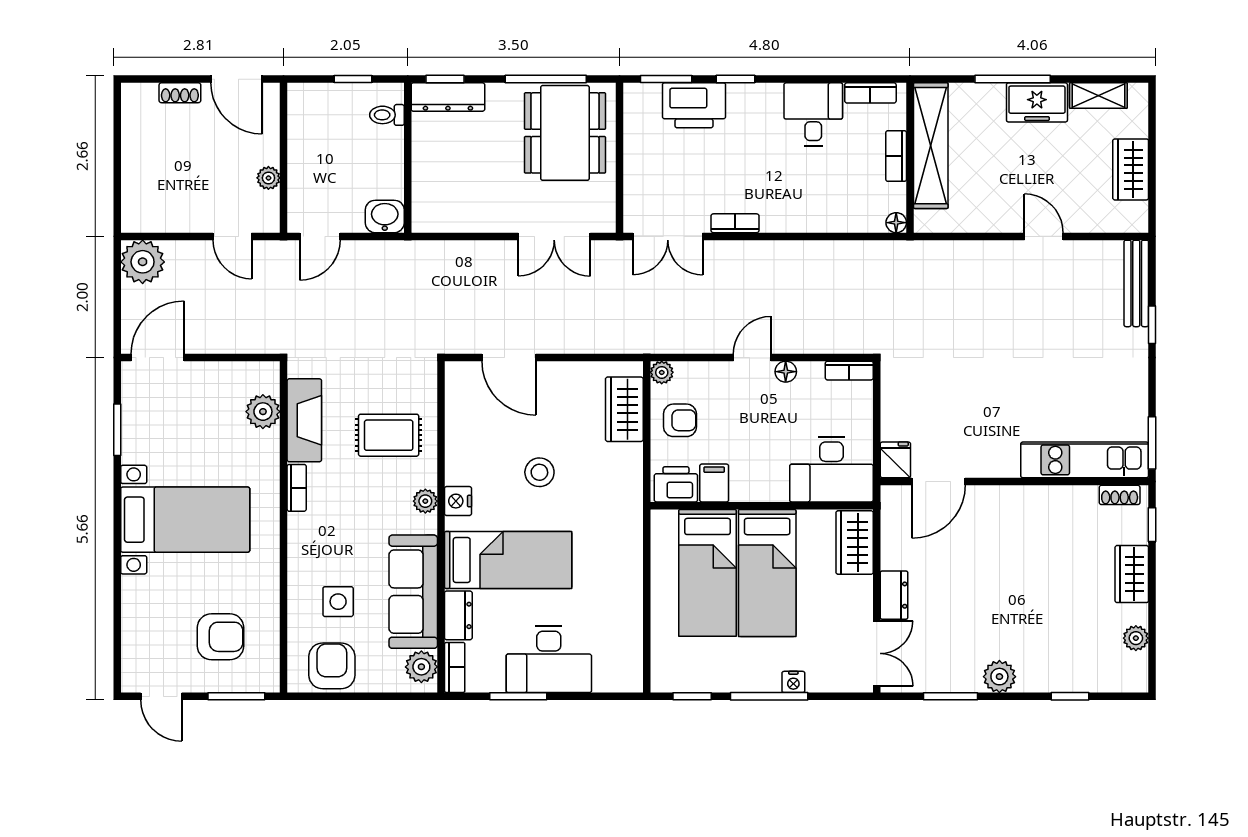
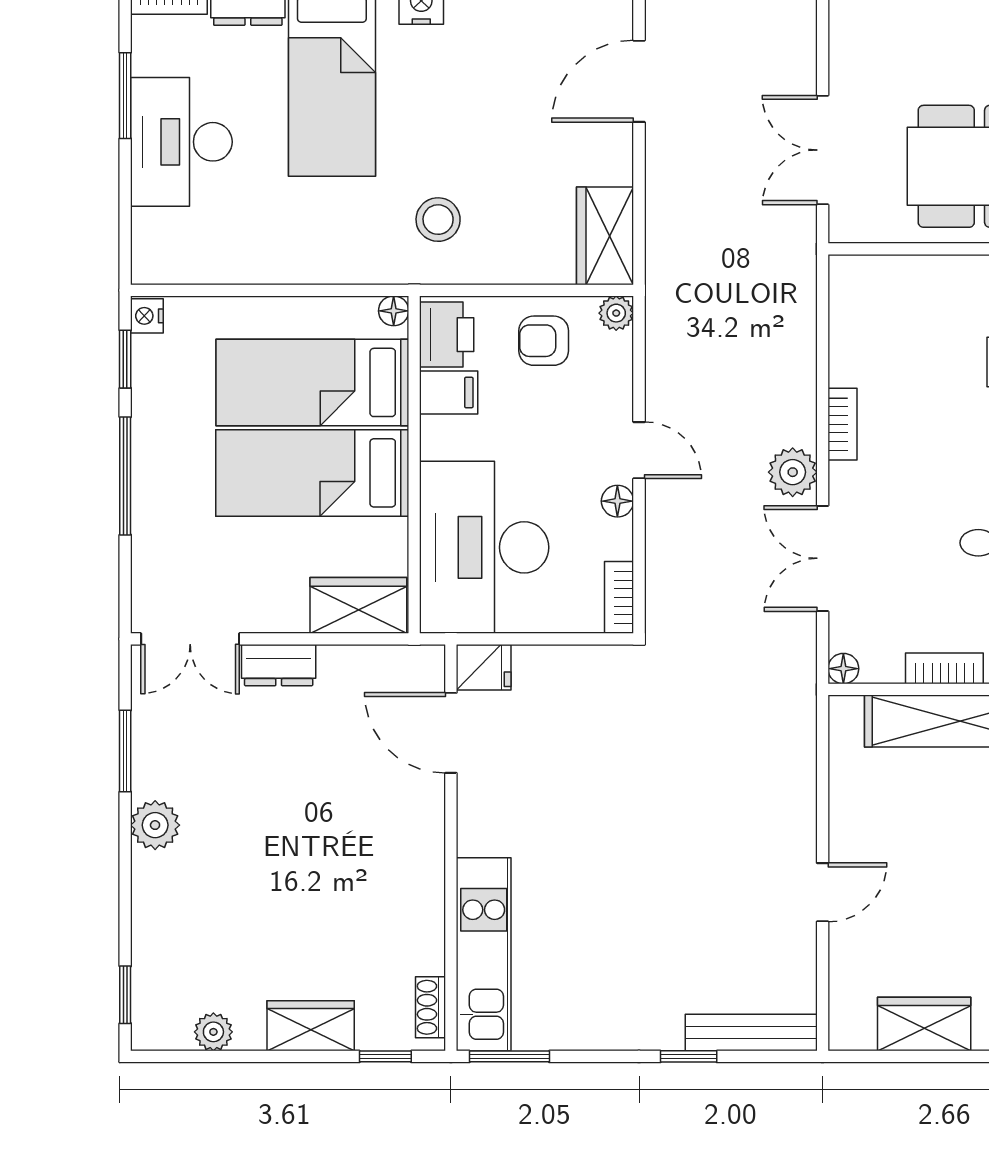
double door: (668, 236) -> (823, 558), moved
plant: (767, 256) -> (793, 472), added
wardrobe: (624, 409) -> (605, 236), moved, turned -90
armchair: (680, 420) -> (544, 341), turned 90
desk: (831, 469) -> (484, 547), width x1.36, depth x1.30
stool: (539, 472) -> (438, 220), moved
floor lamp: (660, 519) -> (394, 311), added
nightstand: (793, 682) -> (147, 316), moved
window: (1070, 696) -> (125, 995), moved

